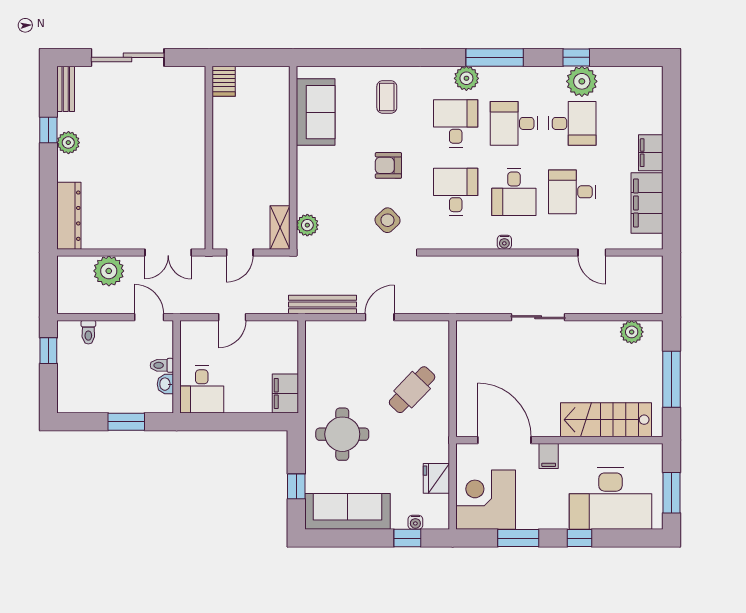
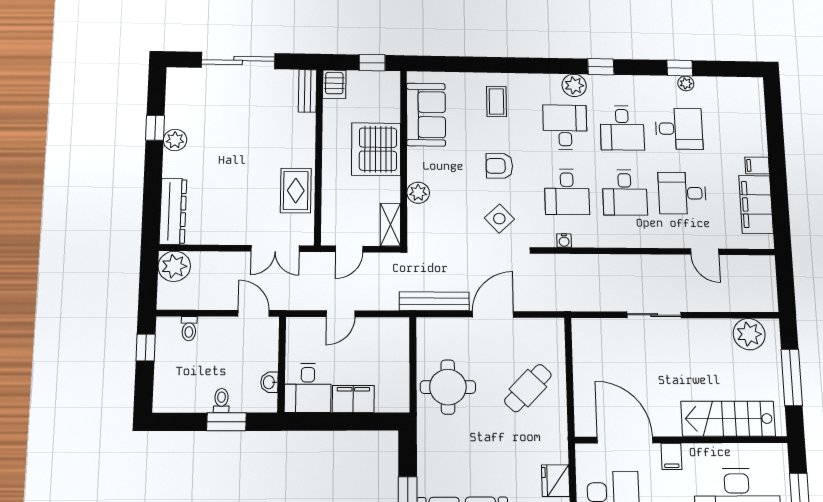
window: (261, 57) -> (372, 63), added
window: (495, 57) -> (601, 67), width x0.46
plant: (582, 81) -> (686, 83), width x0.53, depth x0.53
bench: (66, 89) -> (307, 91), moved
desk: (514, 123) -> (622, 128), turned -90
server rack: (266, 149) -> (376, 149), added
filing cabinet: (651, 153) -> (757, 166), width x0.50
desk: (456, 192) -> (567, 192), turned 180
rug: (187, 193) -> (296, 191), added
plant: (307, 225) -> (418, 193), moved
water cooler: (504, 242) -> (564, 241), moved
plant: (109, 271) -> (174, 266), moved
door: (380, 317) -> (493, 314), width x1.38
plant: (632, 332) -> (749, 334), width x1.36, depth x1.36
toilet: (162, 365) -> (221, 401), moved, turned 90
filing cabinet: (285, 393) -> (353, 399), moved, turned 90
round table: (342, 434) -> (448, 387), moved

